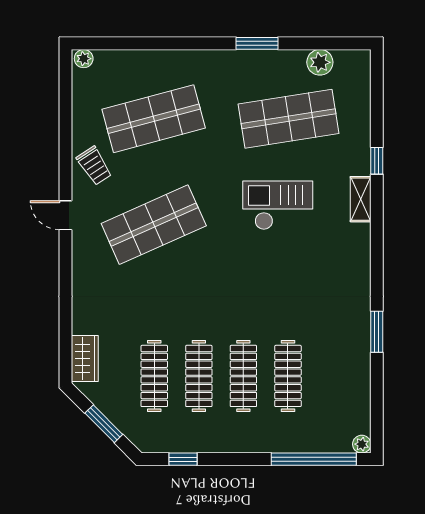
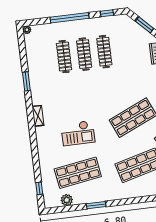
window: (377, 161) -> (39, 188), moved
shelving: (361, 199) -> (38, 116), moved
clothes rail: (154, 376) -> (124, 49), removed
window: (314, 459) -> (69, 18), moved

